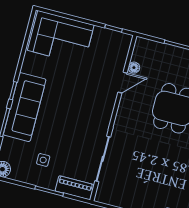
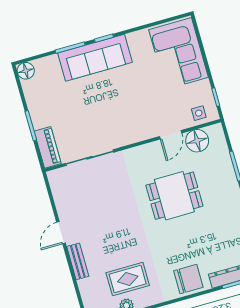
floor lamp: (134, 68) -> (197, 141), width x1.89, depth x1.89
door: (123, 83) -> (171, 135), hinge flipped
side table: (43, 160) -> (199, 113), moved

